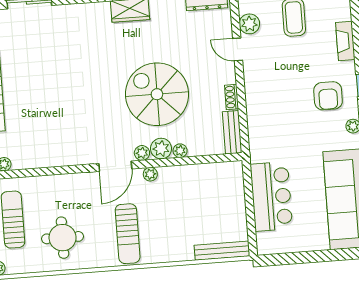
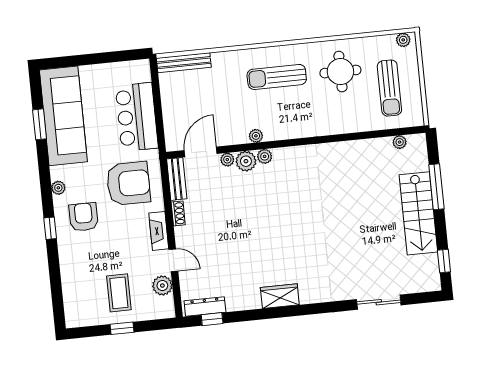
fireplace: (345, 41) -> (159, 231), moved, turned 180
spiral stairs: (157, 94) -> (251, 214), removed
armchair: (282, 129) -> (128, 183), added
door: (115, 166) -> (201, 152), moved
sun lounger: (128, 234) -> (277, 77), turned -90

